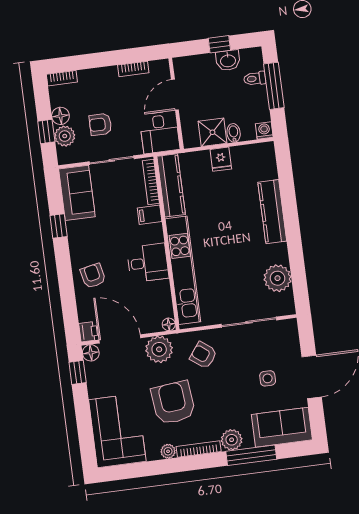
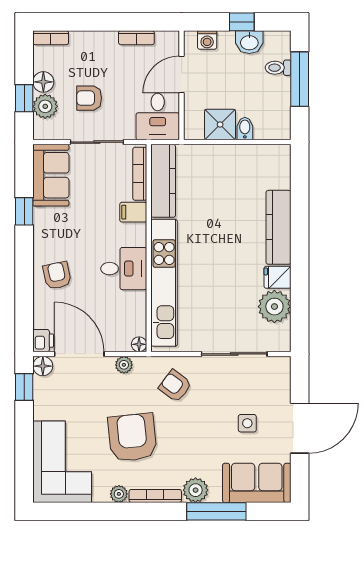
washing machine: (264, 131) -> (207, 40), moved, turned 180
fridge: (221, 159) -> (277, 277), moved, turned 90
plant: (159, 349) -> (124, 365), width x0.53, depth x0.53

